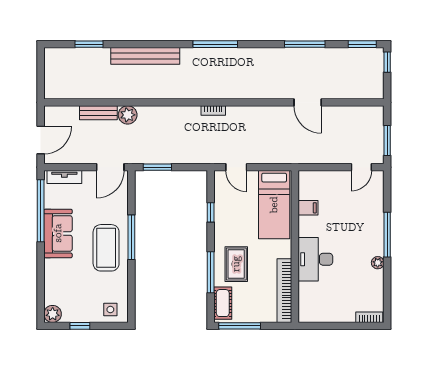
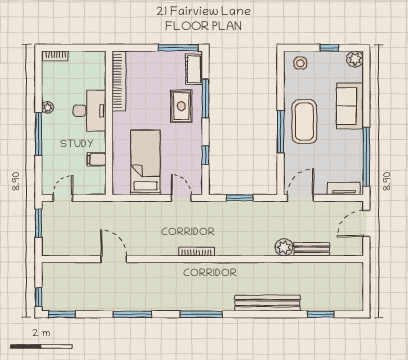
window: (305, 44) -> (132, 314), moved
bookcase: (213, 110) -> (197, 251), width x1.56
window: (157, 167) -> (240, 198), moved
filing cabinet: (308, 208) -> (97, 159), moved
sofa: (58, 233) -> (350, 106), moved
wall: (295, 247) -> (109, 123), moved
desk: (315, 259) -> (90, 111), moved
bookcase: (284, 291) -> (119, 81), moved

